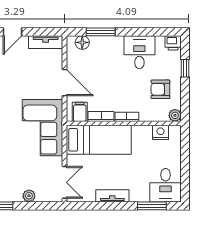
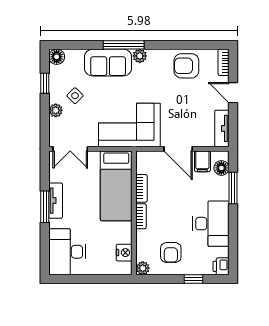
desk: (139, 52) -> (211, 224), width x1.37
door: (65, 83) -> (178, 149), hinge flipped
armchair: (160, 89) -> (171, 252), turned 180
filing cabinet: (80, 112) -> (202, 161), moved, turned 90
side table: (15, 178) -> (75, 96), added
desk: (166, 185) -> (67, 252), width x1.37
window: (152, 206) -> (45, 207), moved

